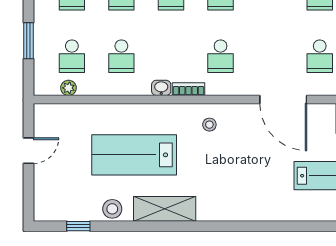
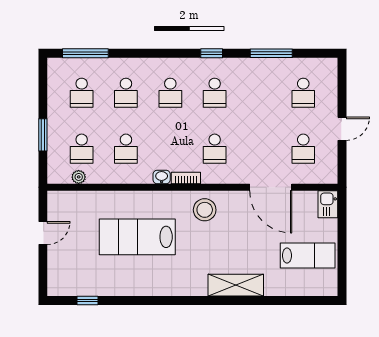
stool: (209, 125) -> (205, 210), width x1.89, depth x1.89
stool: (112, 209) -> (118, 285), removed
shelving: (165, 209) -> (236, 285), moved

